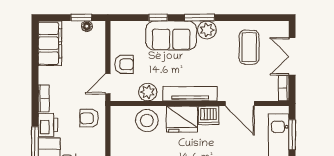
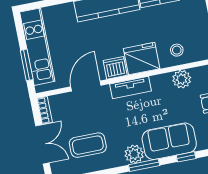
coffee table: (249, 47) -> (88, 145), turned 90
tv unit: (190, 94) -> (130, 87), width x0.71
door: (240, 104) -> (86, 86), hinge flipped
stool: (147, 121) -> (177, 50), width x0.53, depth x0.53

